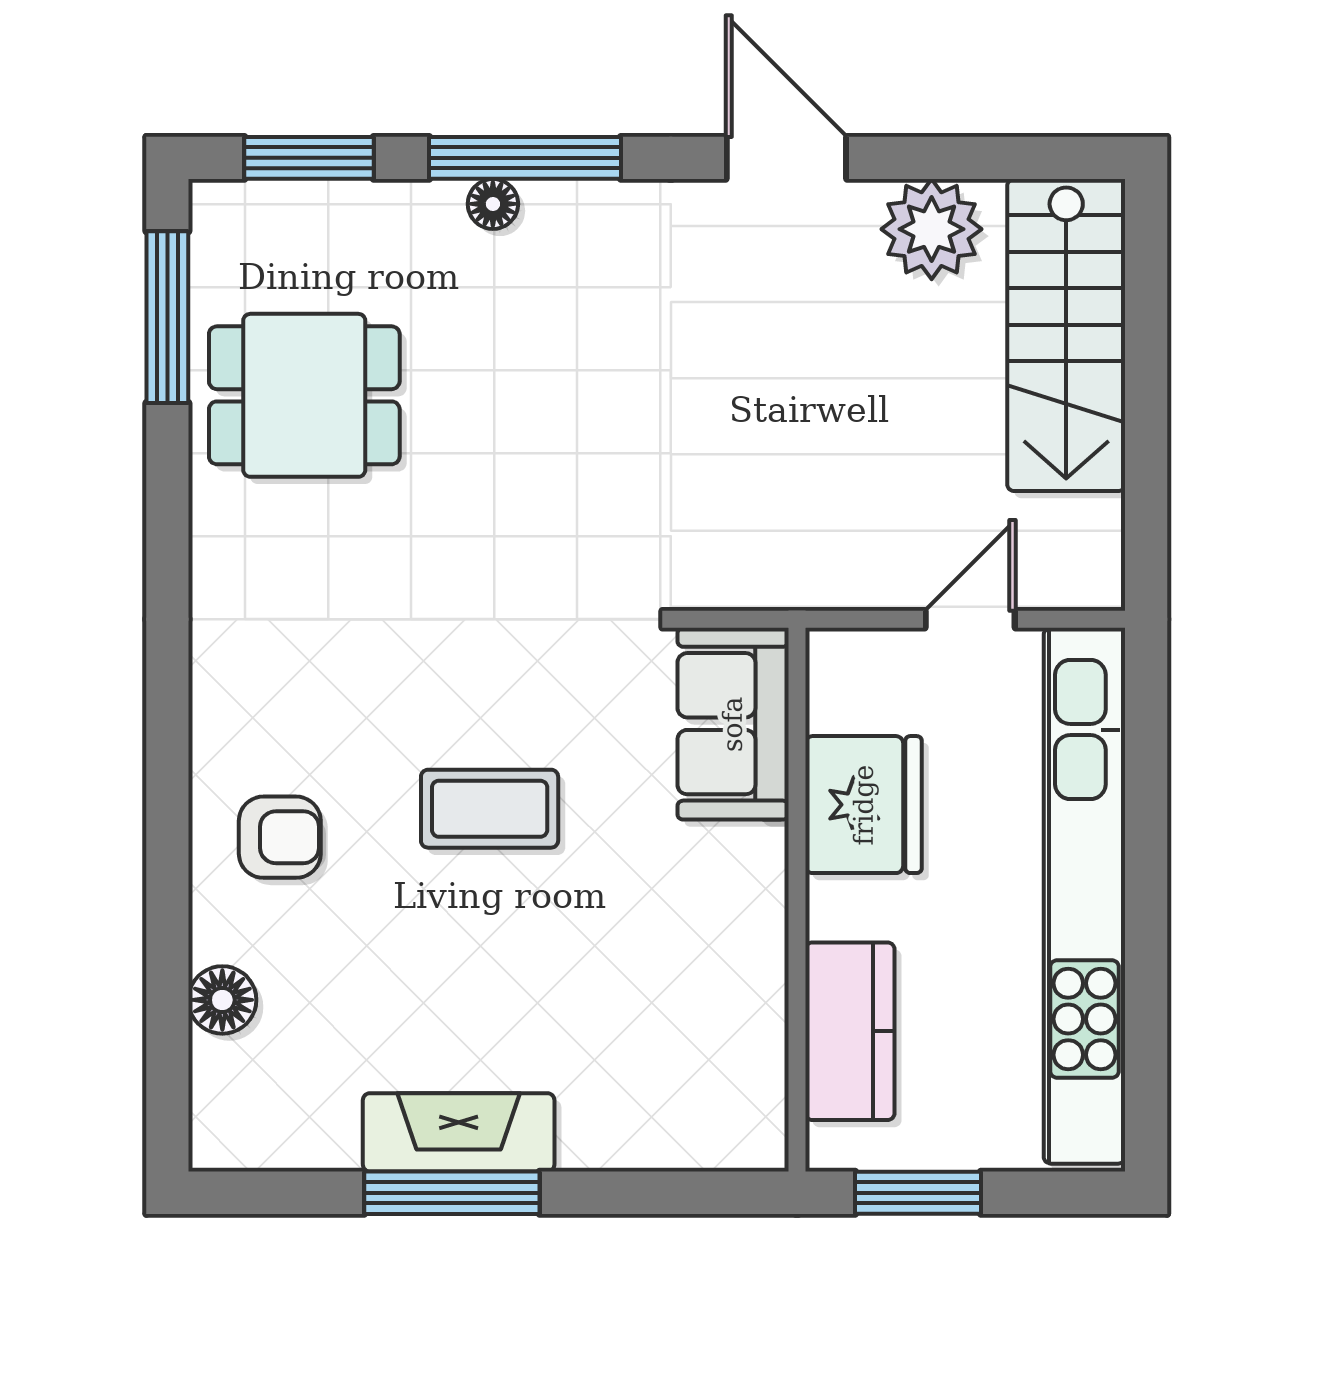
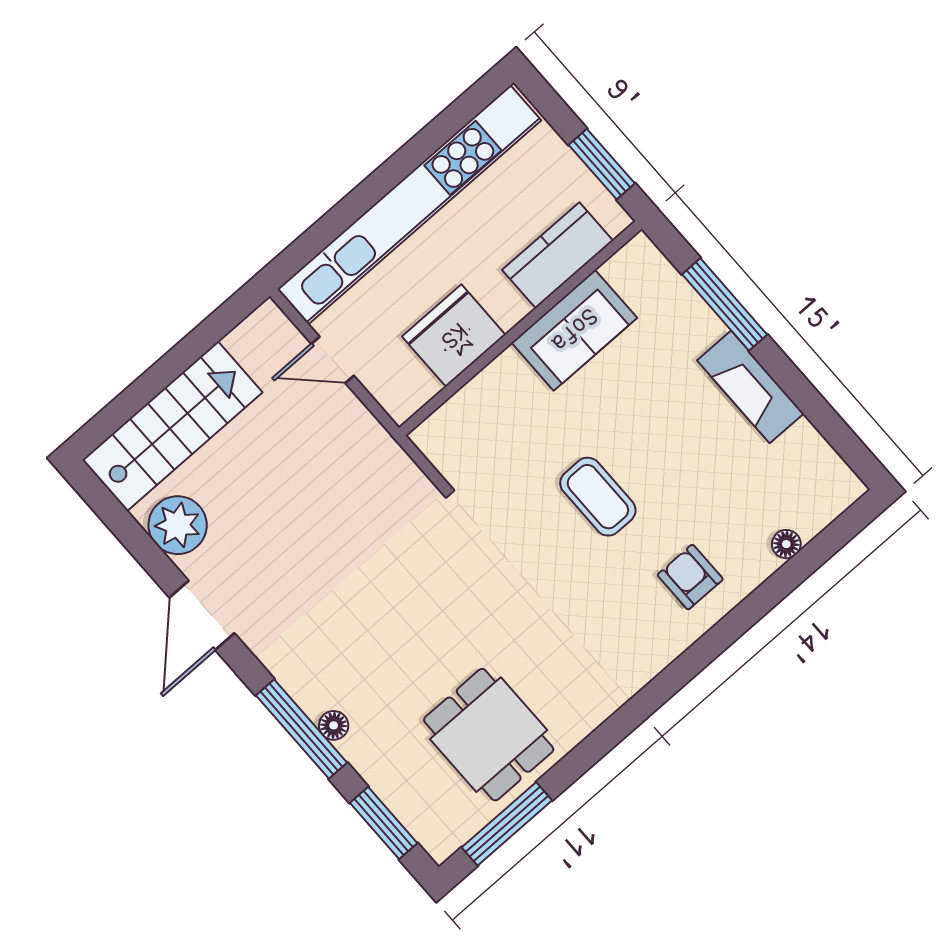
sofa: (733, 724) -> (574, 330), moved
floor lamp: (222, 1000) -> (786, 544), width x0.73, depth x0.73
window: (452, 1193) -> (725, 304), moved

